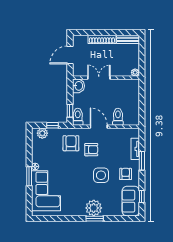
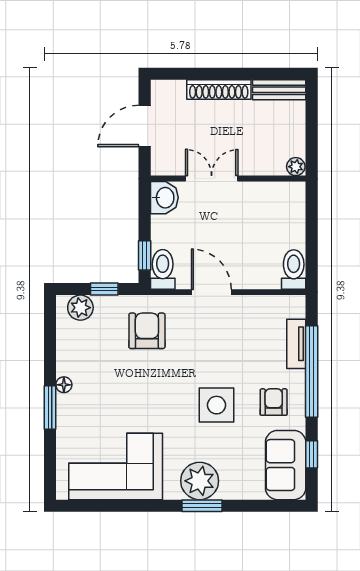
toilet: (118, 117) -> (294, 269), moved
armchair: (91, 150) -> (194, 346), removed
window: (142, 161) -> (312, 371), width x2.11
corner sofa: (46, 191) -> (116, 466), moved, turned -90

